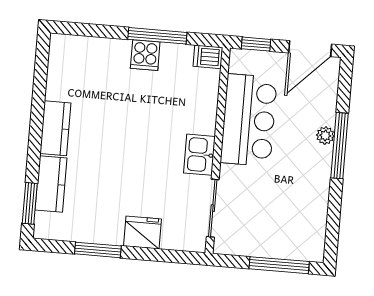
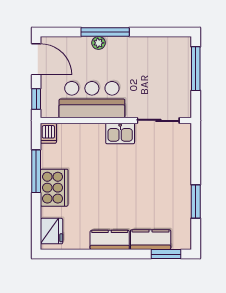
cooker: (145, 55) -> (54, 188), width x1.87, depth x1.31
fridge: (143, 233) -> (52, 231), moved, turned 180

